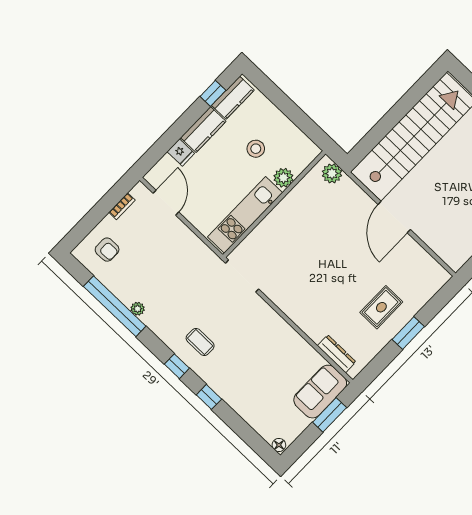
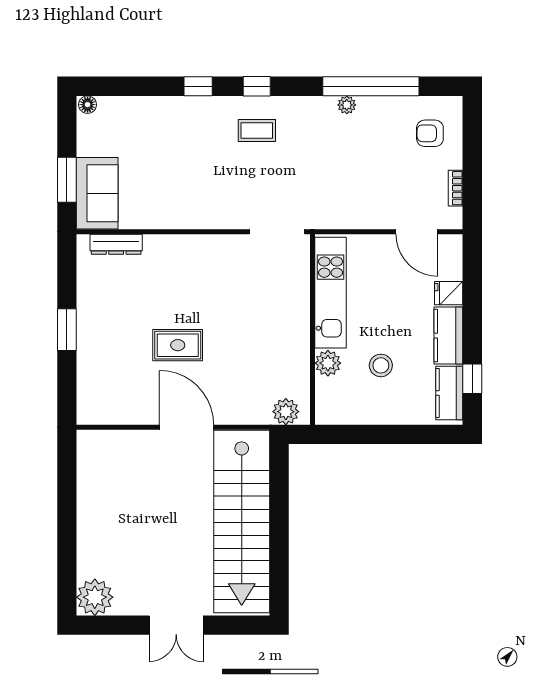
rug: (381, 307) -> (178, 345), moved, turned 90

